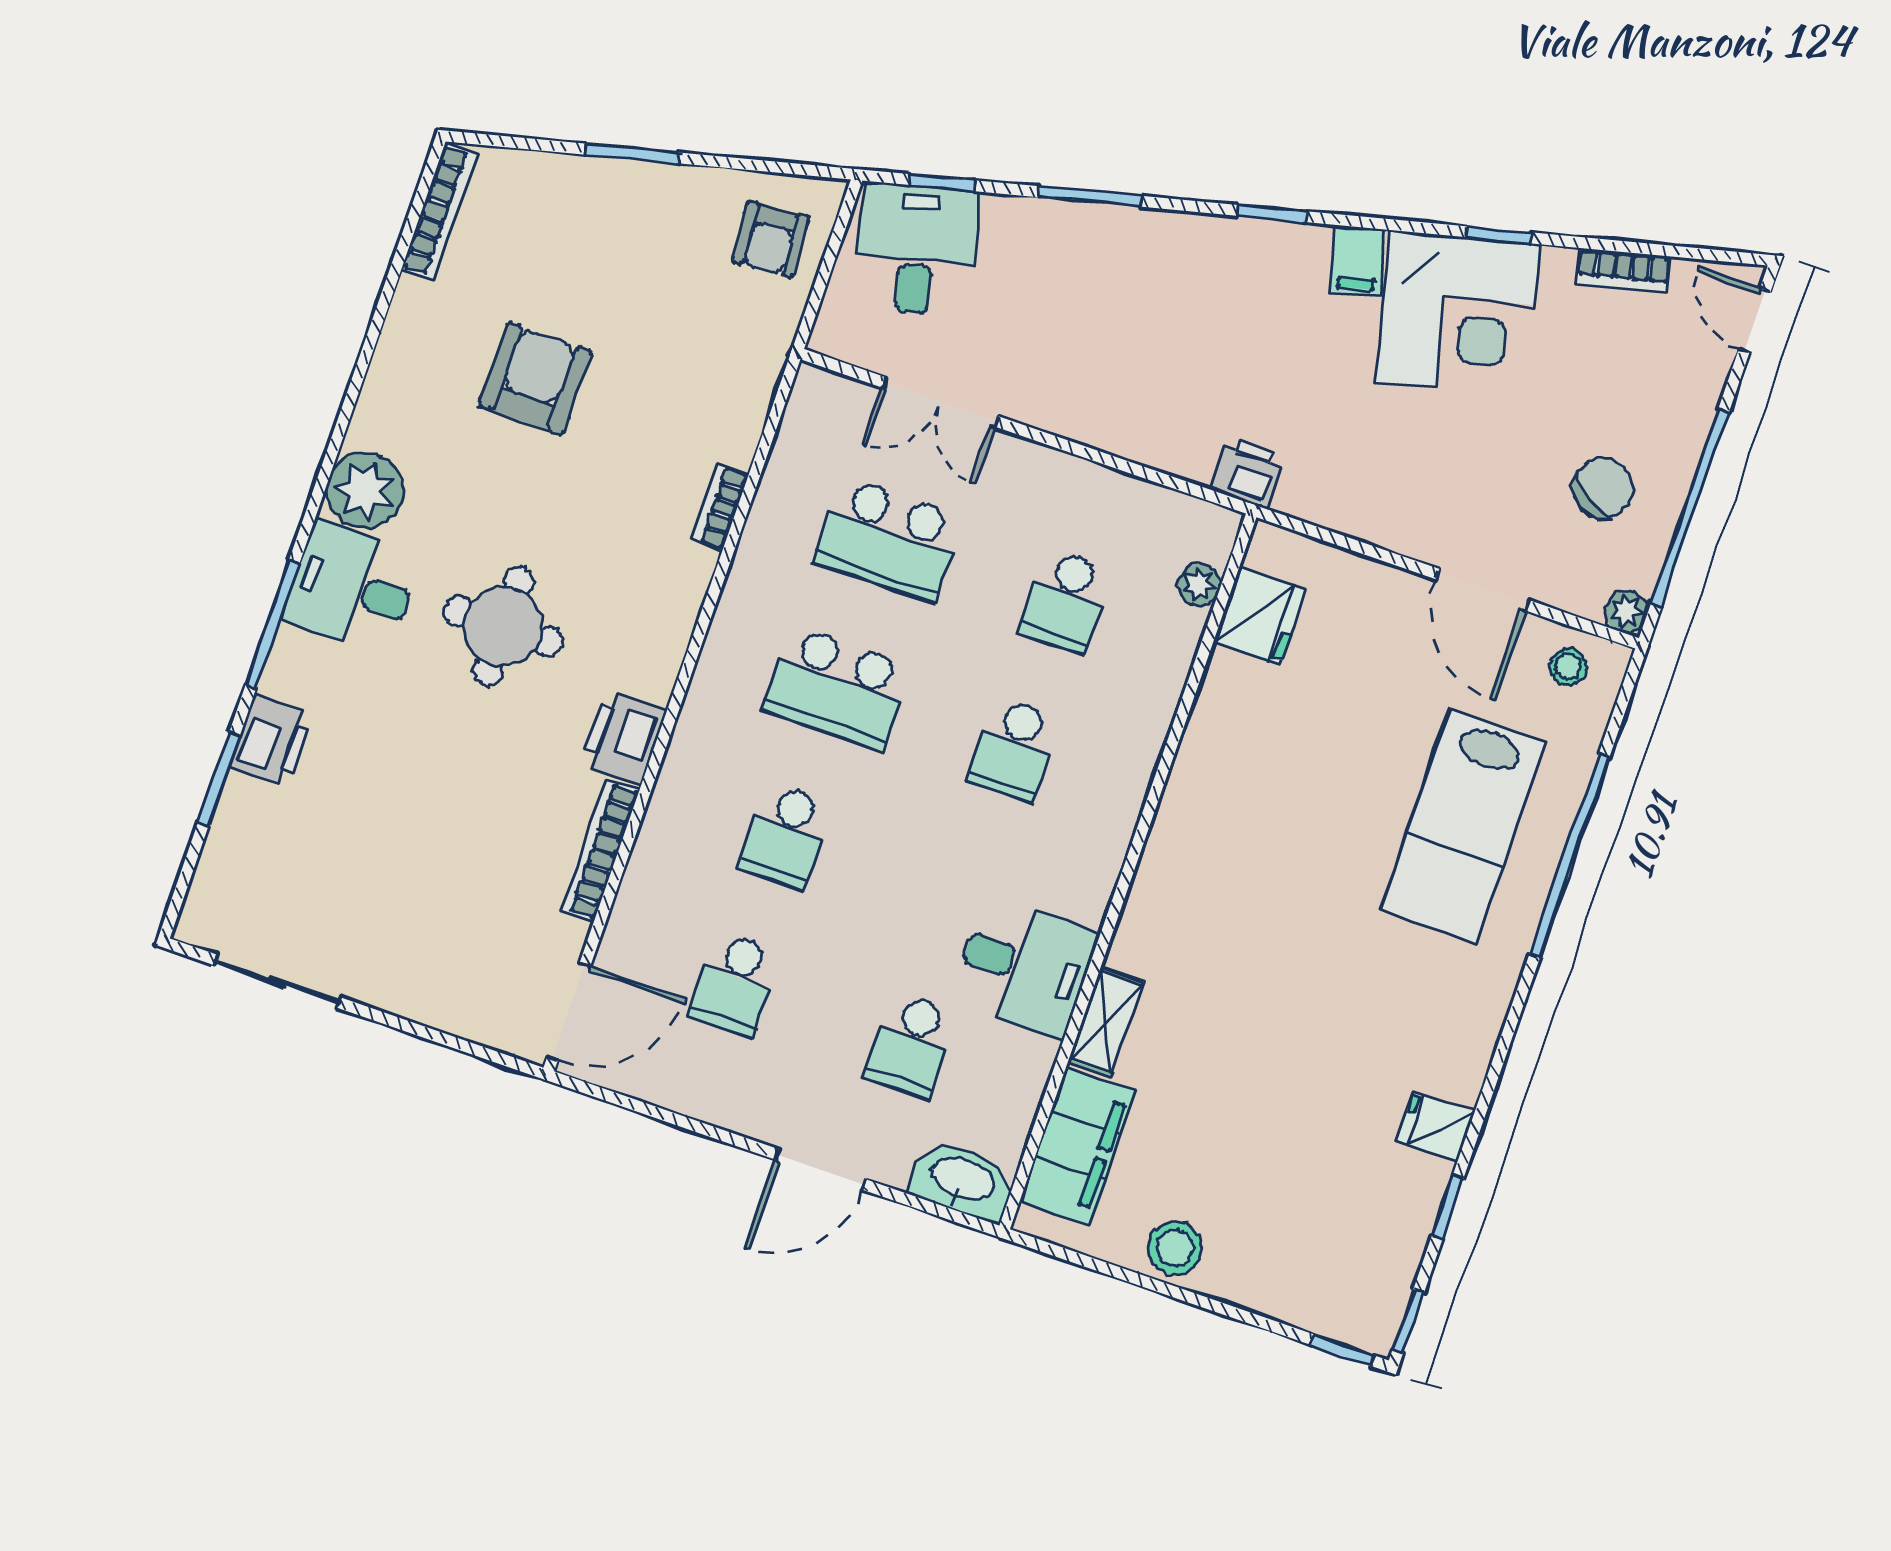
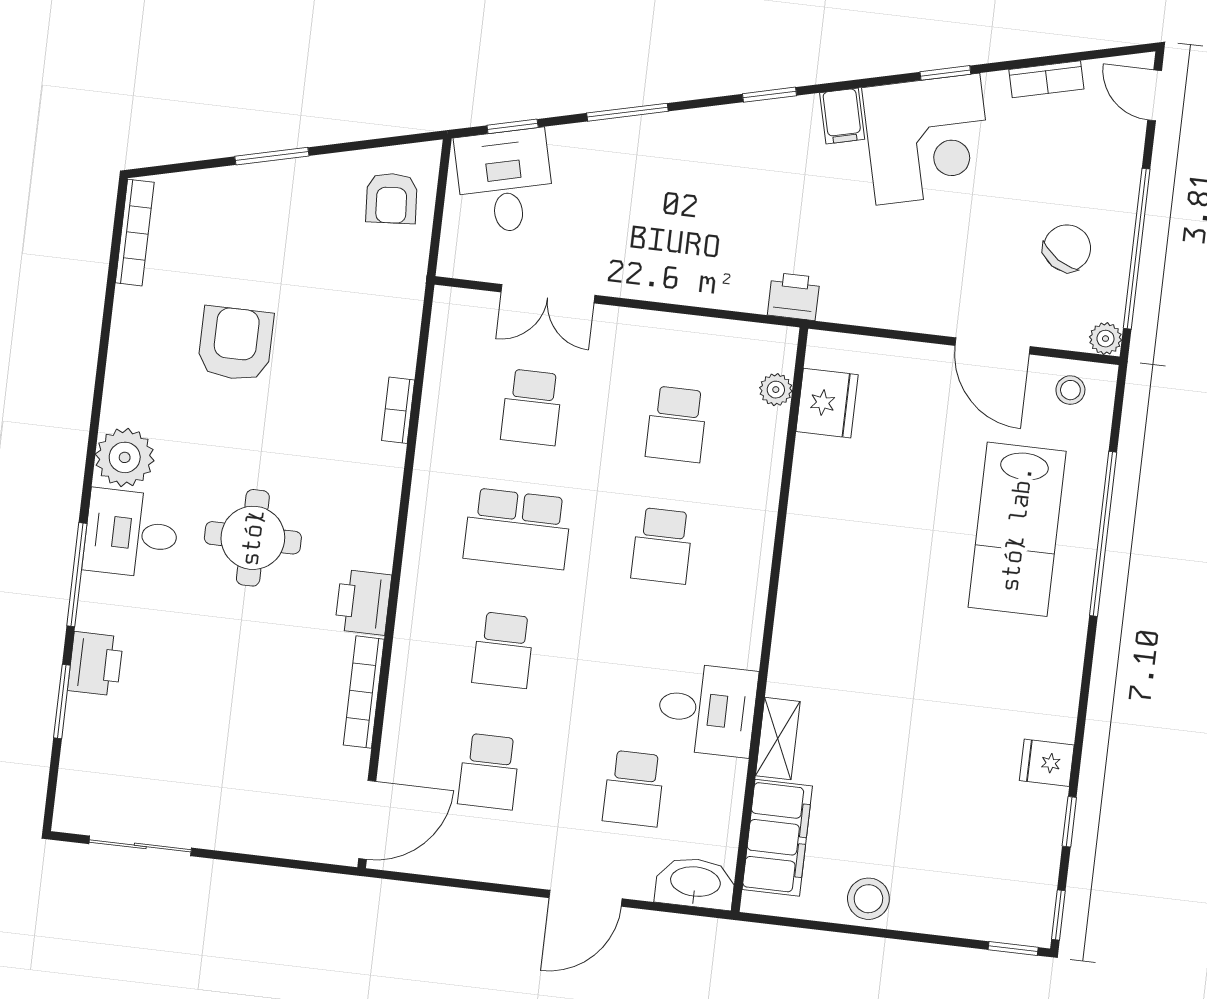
school desk: (889, 540) -> (532, 407), width x0.54

